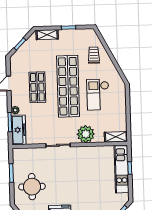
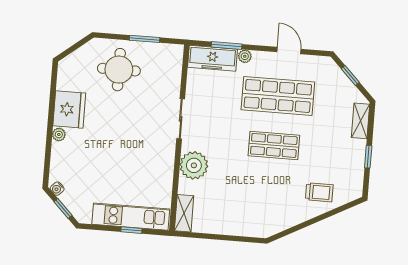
shop shelf: (68, 86) -> (274, 145), width x0.50, depth x0.74
shop shelf: (37, 87) -> (278, 96), width x1.43, depth x1.36
checkout: (98, 95) -> (255, 192), removed

